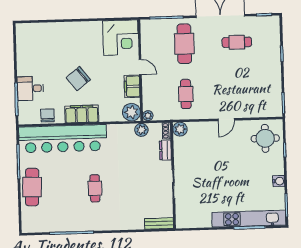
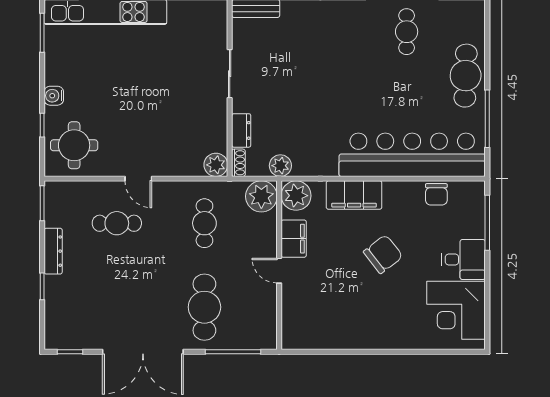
corner desk: (120, 38) -> (456, 310), moved, turned -90
cafe table: (237, 42) -> (117, 223), moved
dresser: (276, 75) -> (53, 251), added
desk: (30, 88) -> (464, 260), moved
filing cabinet: (82, 114) -> (354, 195), moved
plant: (148, 116) -> (261, 196), width x1.88, depth x1.88
door: (226, 120) -> (138, 179), swing flipped
water cooler: (279, 181) -> (54, 96), moved
cafe table: (95, 188) -> (407, 32), moved

